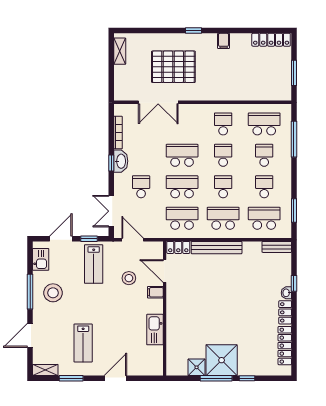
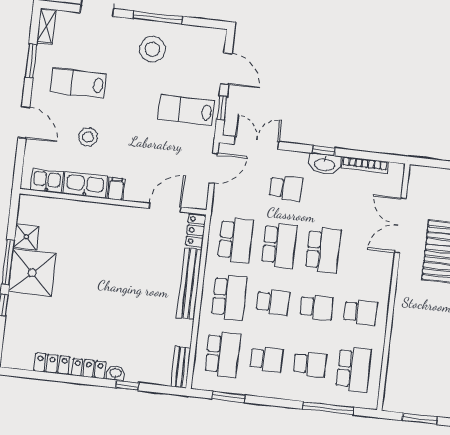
kitchen sink: (41, 259) -> (47, 181), moved, turned 180
stool: (129, 278) -> (88, 137), moved
filing cabinet: (155, 292) -> (116, 189), moved
locker: (285, 346) -> (52, 364), width x0.66

